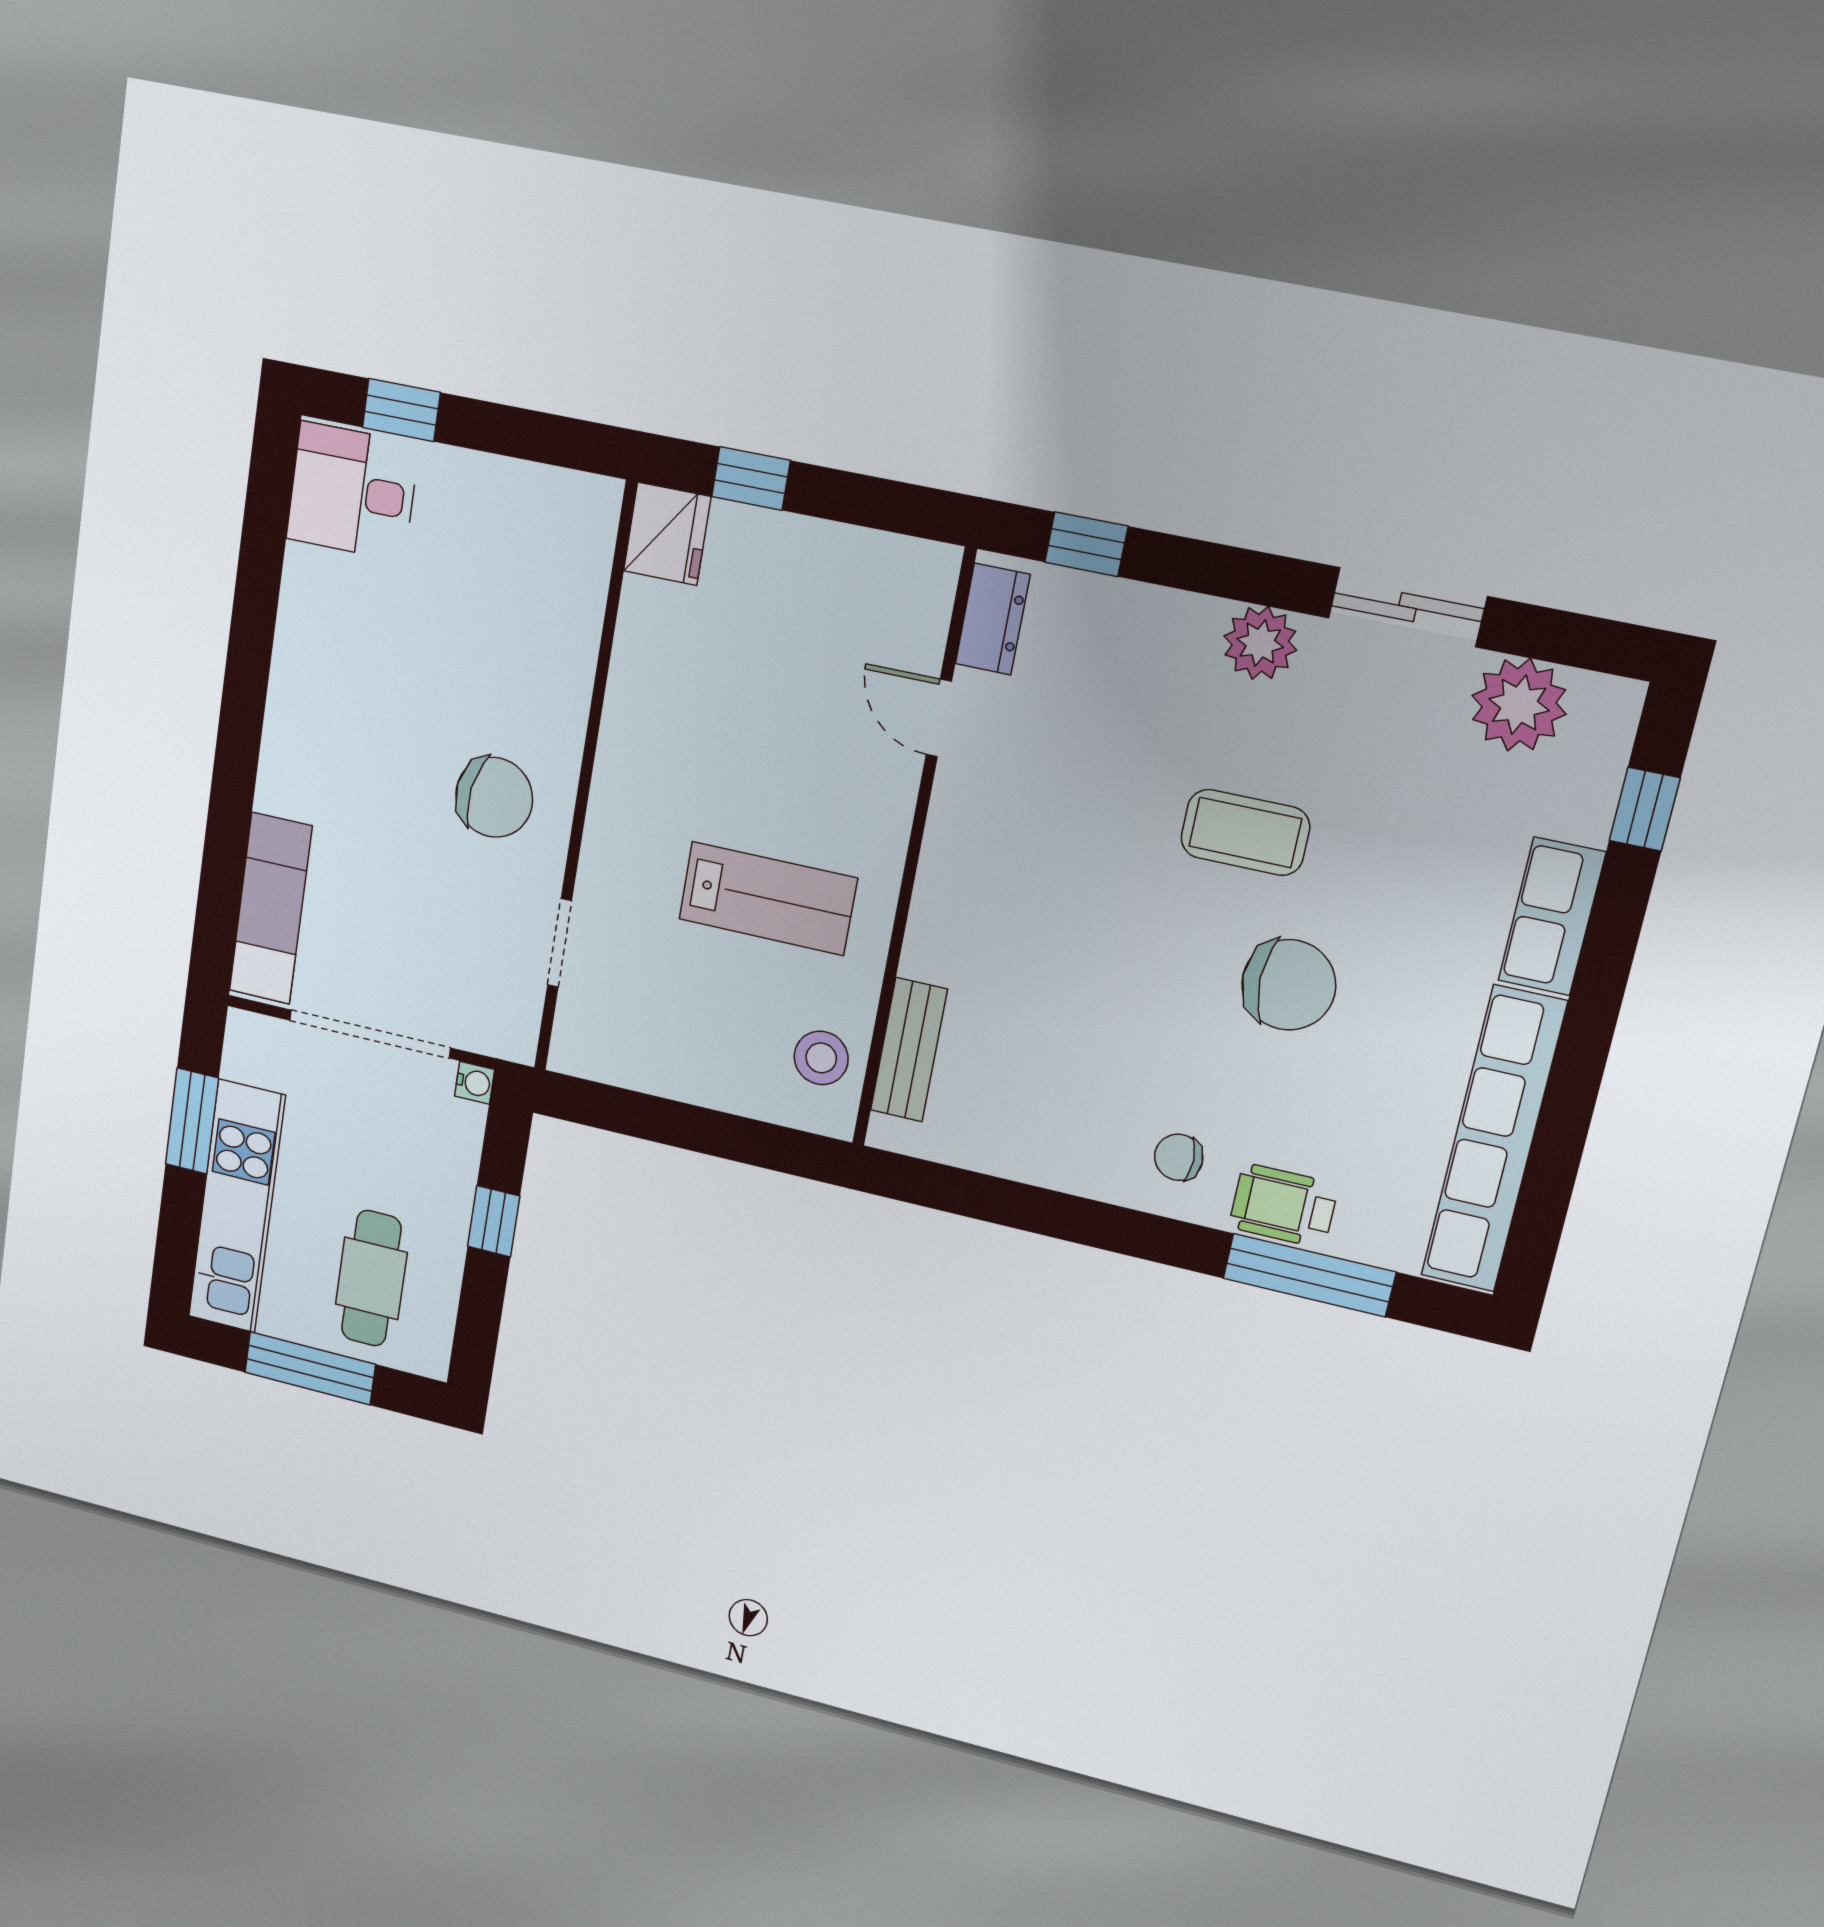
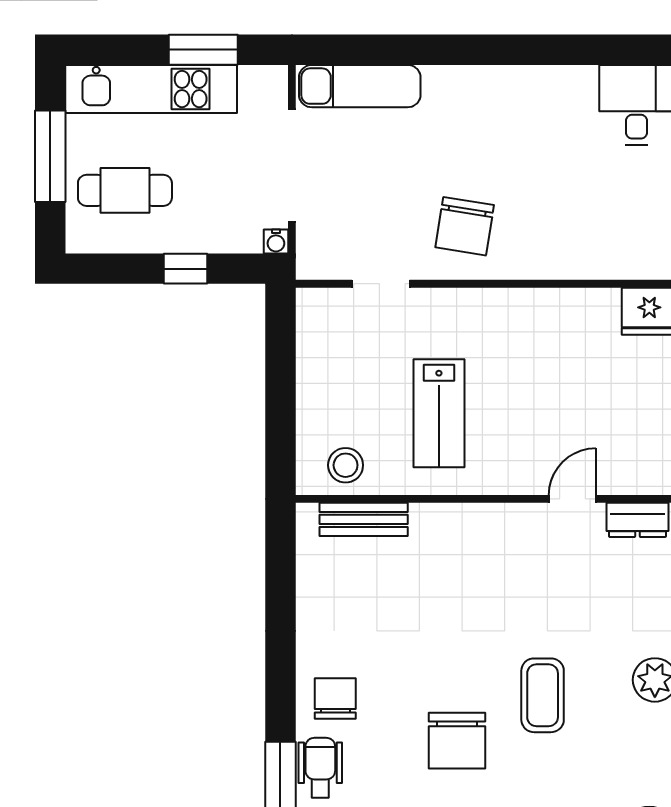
chair: (1179, 1157) -> (335, 698), width x1.37, depth x1.37

